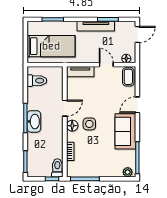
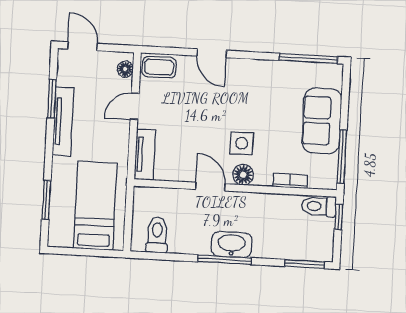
sofa: (125, 131) -> (322, 121), moved, turned 90
plant: (128, 172) -> (334, 78), removed

